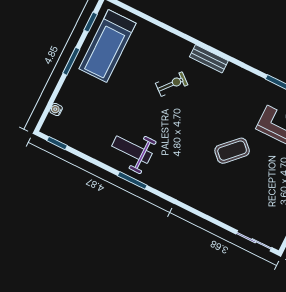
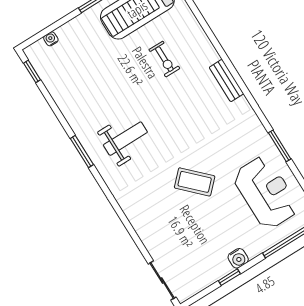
exercise bike: (172, 84) -> (164, 59), moved, turned 50
weight bench: (132, 150) -> (125, 139), moved, turned 90

